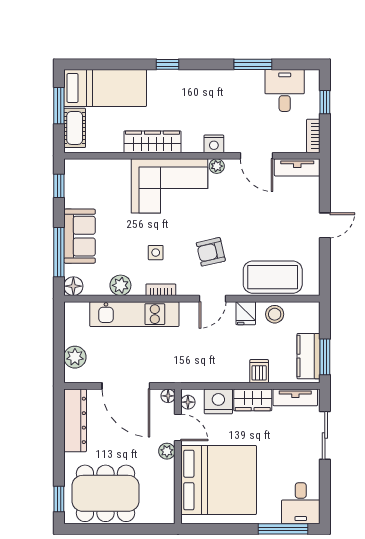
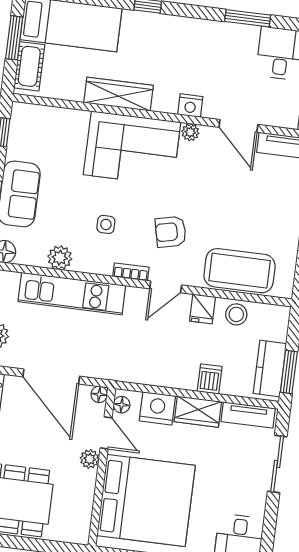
bookcase: (161, 290) -> (131, 272), moved

